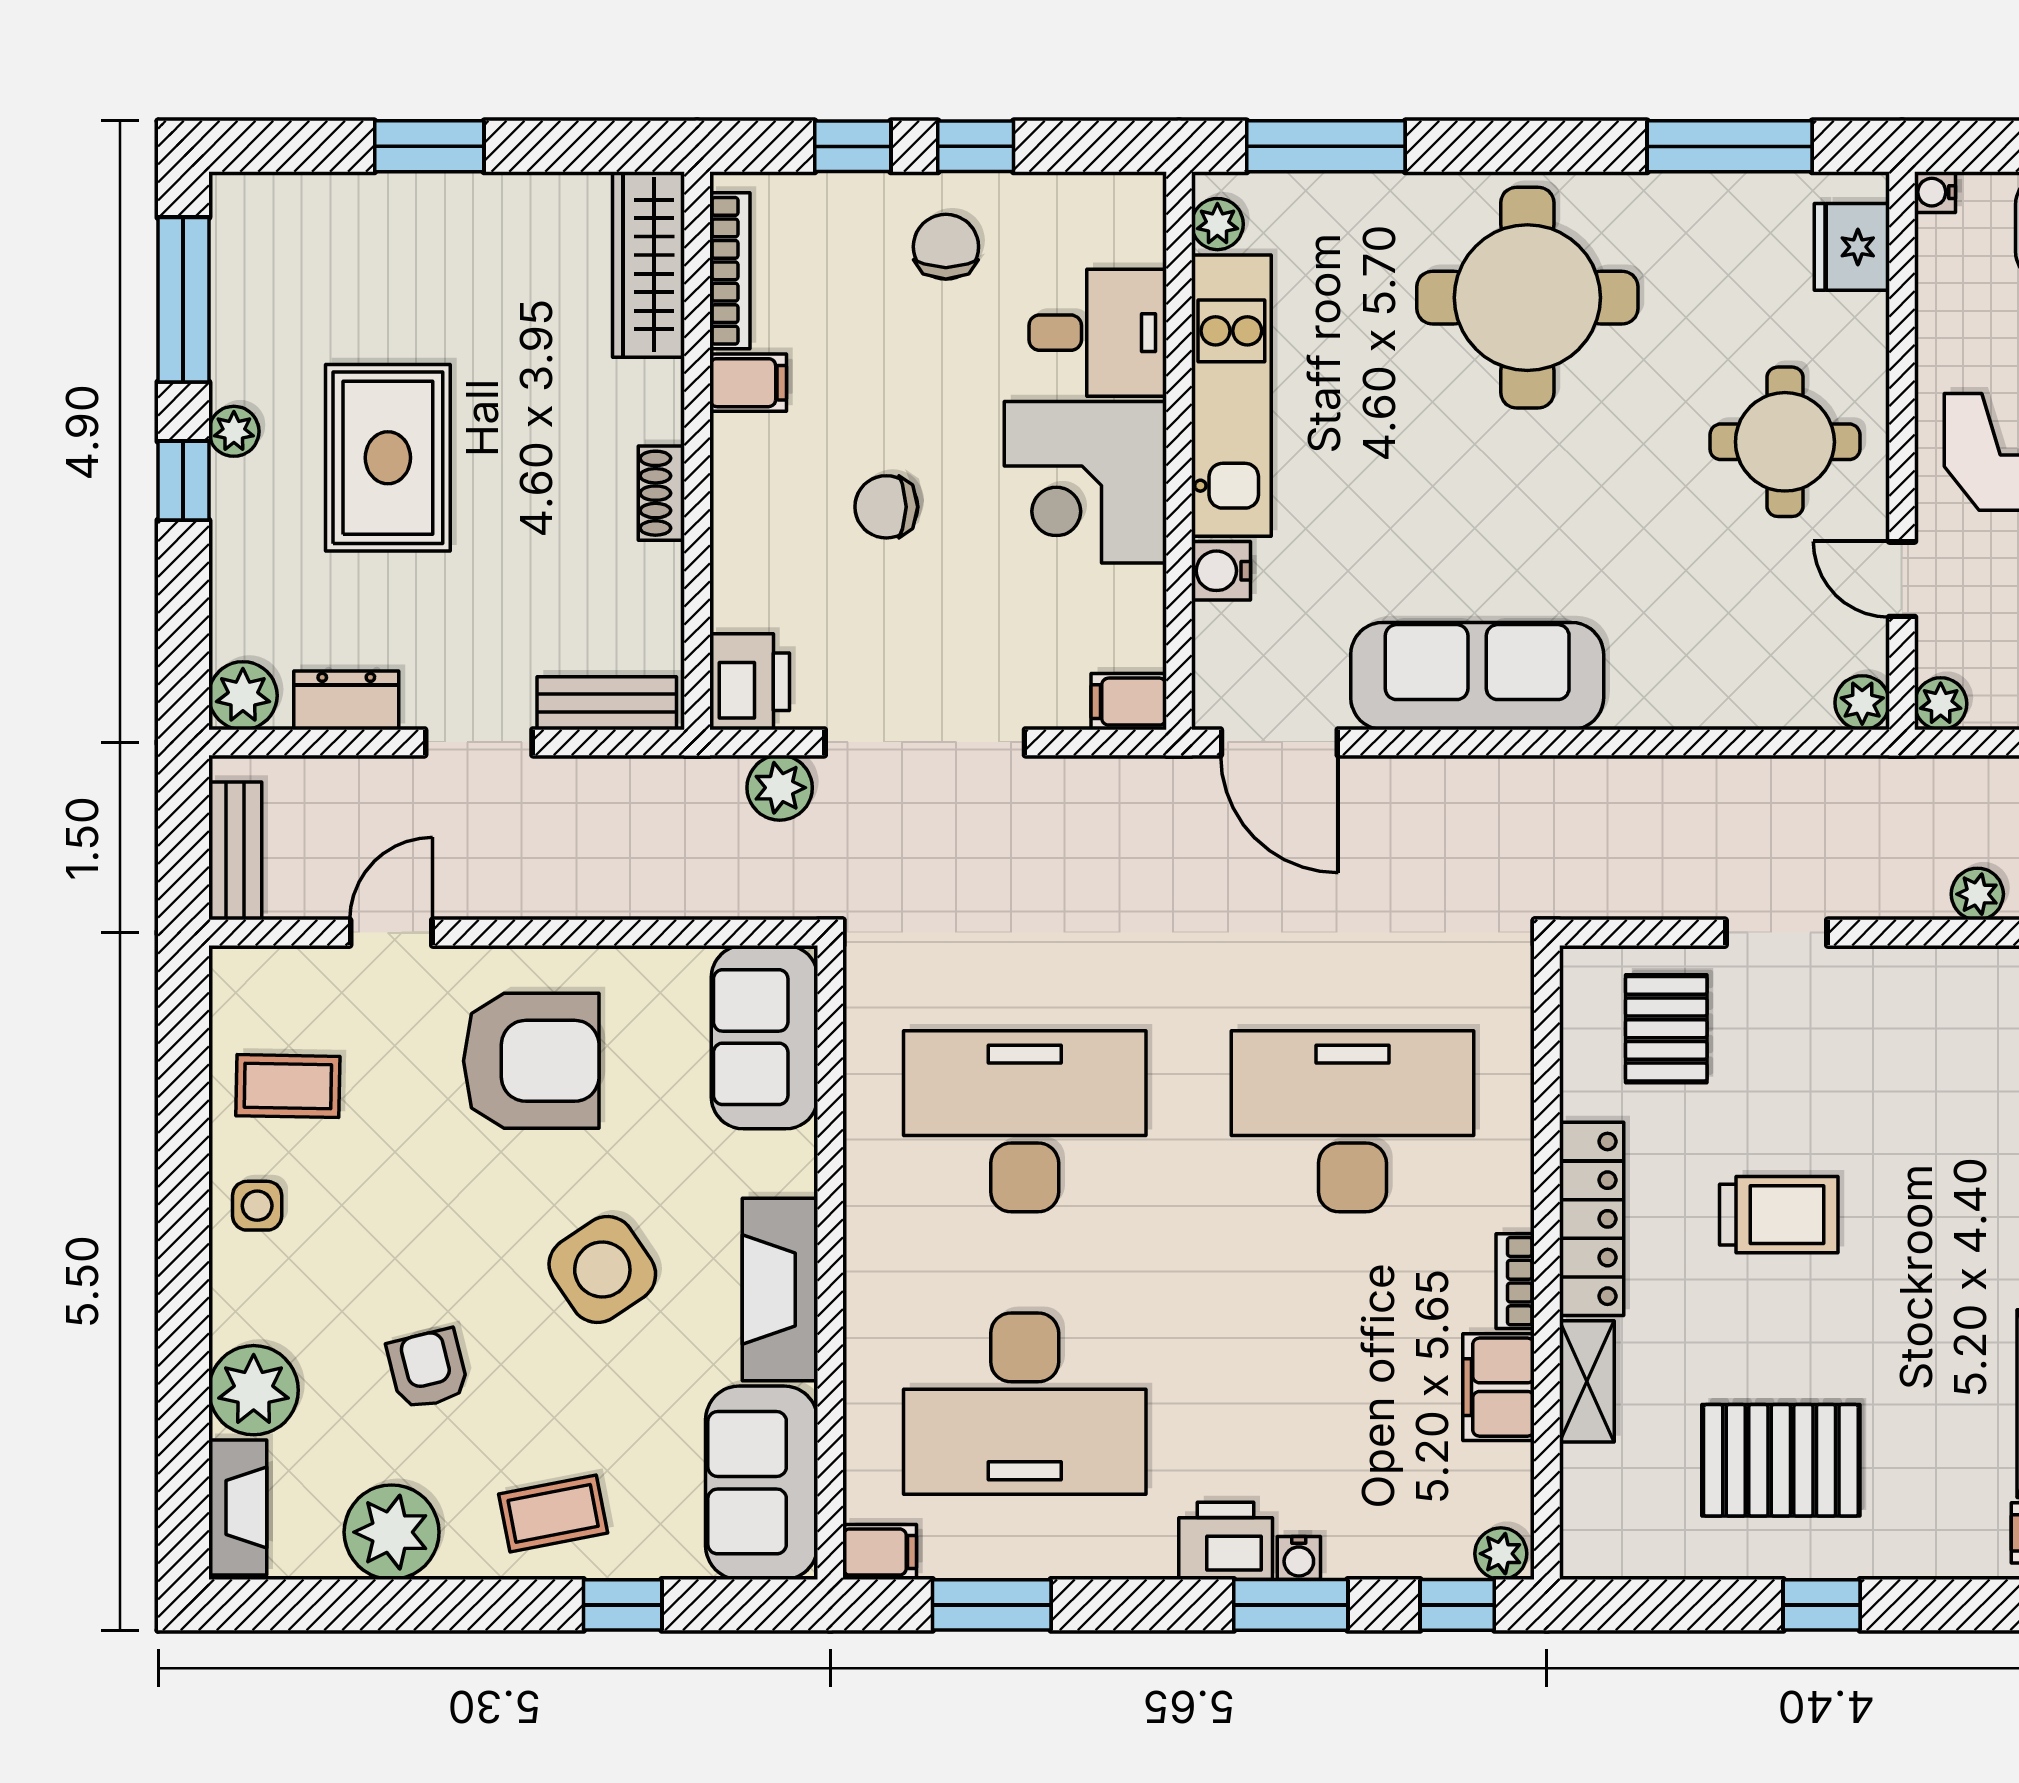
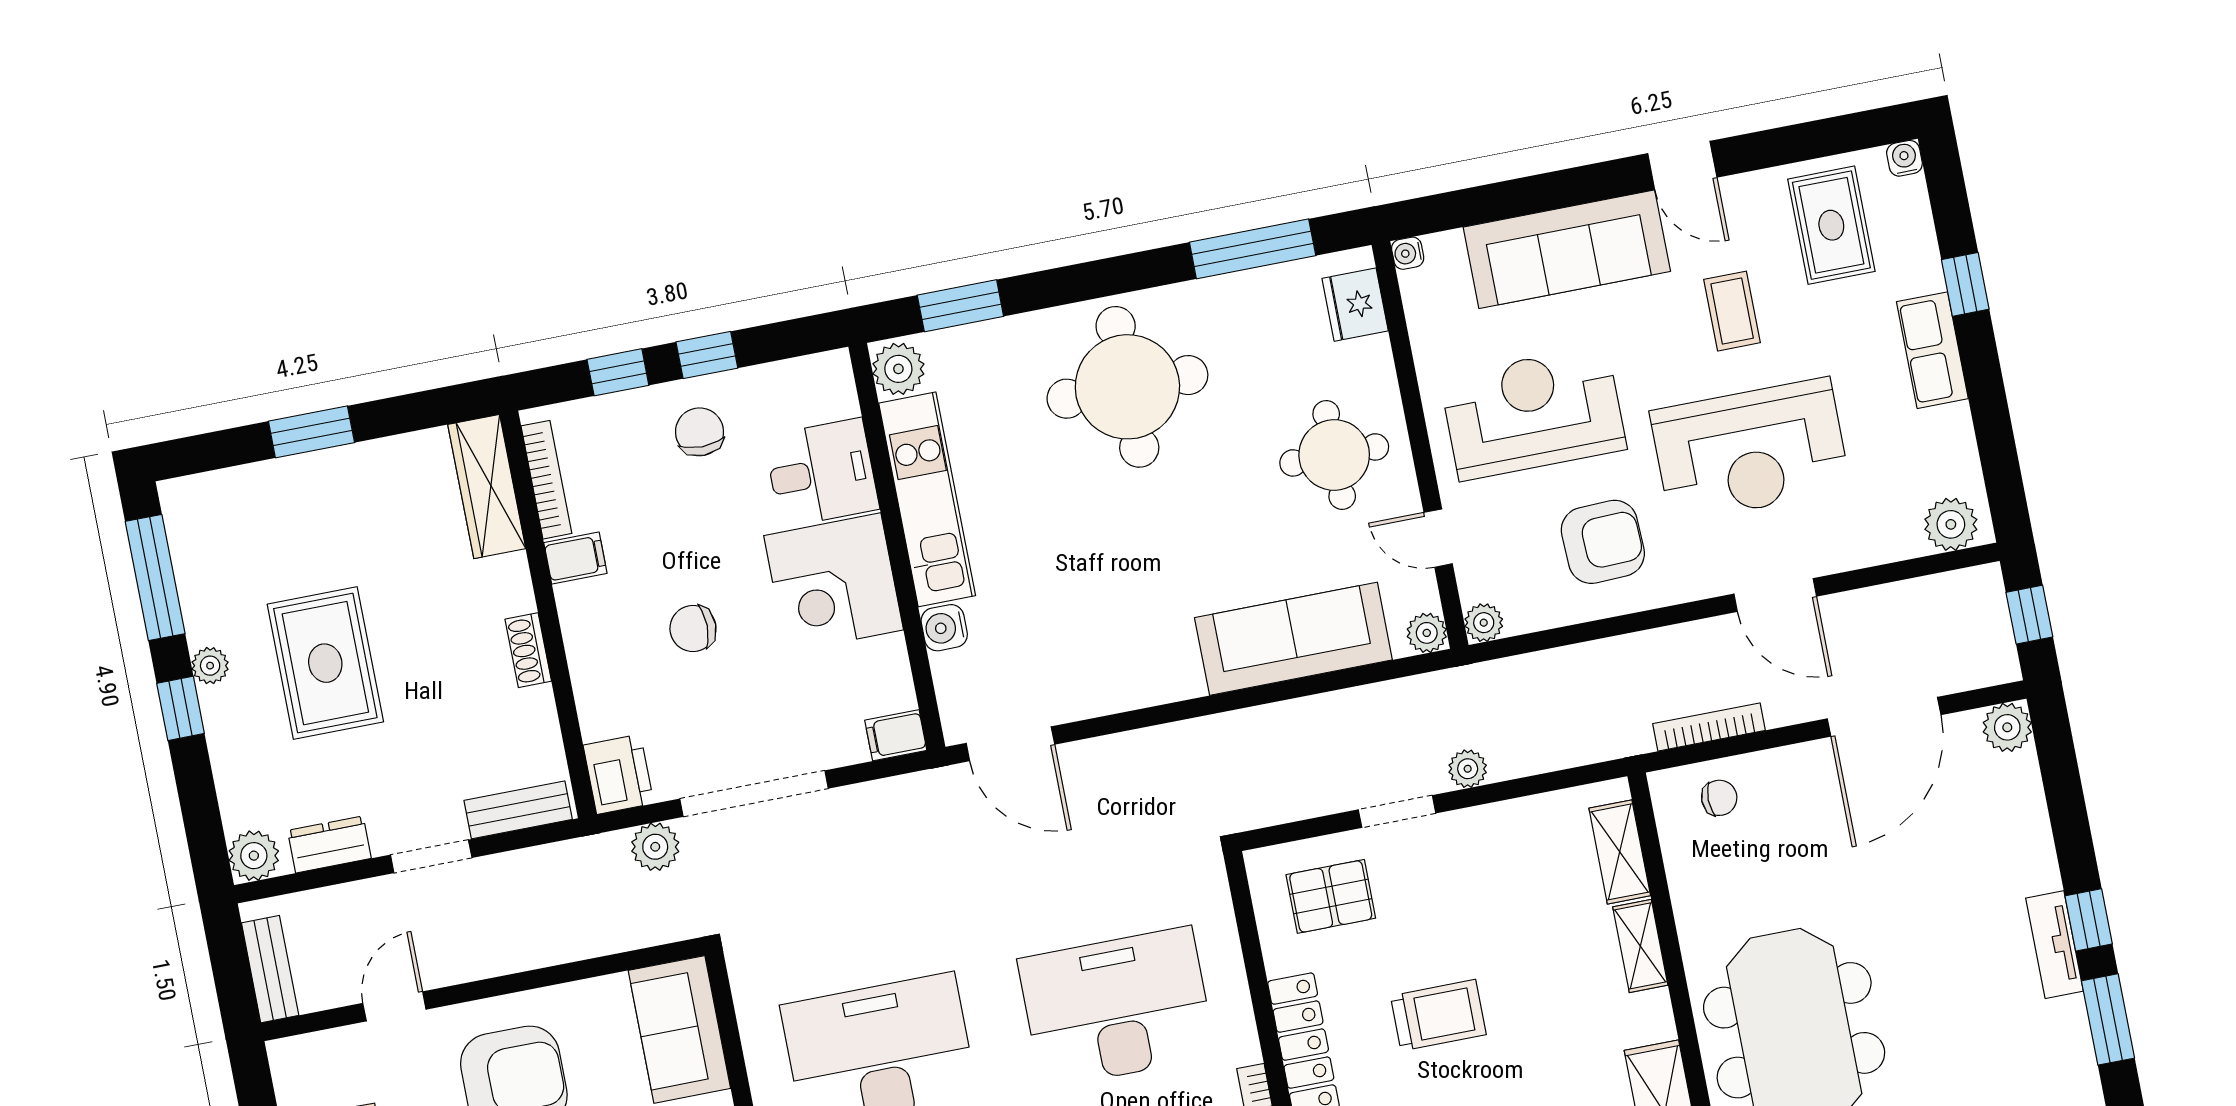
window: (1326, 146) -> (960, 306), width x0.69
plant: (1217, 224) -> (898, 369), width x1.38, depth x1.38
sofa: (1477, 676) -> (1293, 639), moved
plant: (1977, 894) -> (1468, 769), moved
pallet: (1666, 1029) -> (1331, 896), turned 90

